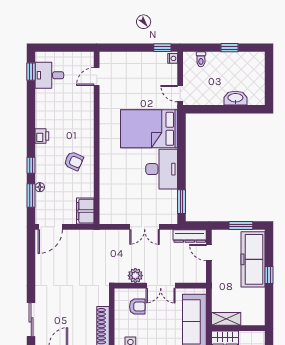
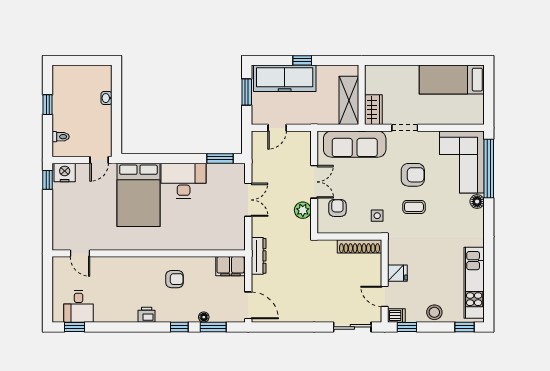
nightstand: (173, 58) -> (65, 172), width x1.89, depth x1.79
washbasin: (235, 98) -> (107, 98), width x0.52, depth x0.69
armchair: (74, 161) -> (175, 279), turned 66
dresser: (190, 236) -> (259, 256), moved
shelving: (226, 319) -> (349, 100), width x1.50, depth x1.33

